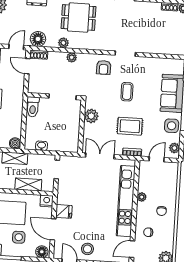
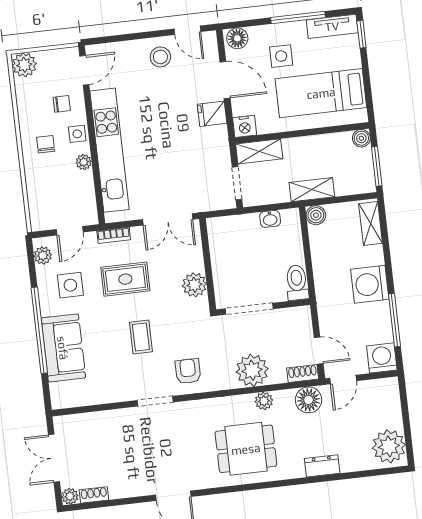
plant: (72, 57) -> (252, 370), width x1.87, depth x1.87
side table: (172, 126) -> (70, 285), moved
shelving: (28, 184) -> (259, 151), moved
side table: (143, 214) -> (77, 134), added

